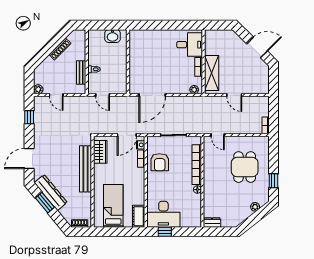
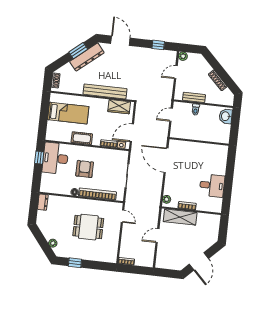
washbasin: (113, 36) -> (226, 116), moved
desk: (190, 45) -> (212, 185), moved, turned -90
door: (127, 135) -> (132, 133), hinge flipped
door: (218, 135) -> (122, 216), swing flipped
armchair: (160, 162) -> (85, 169), moved, turned 90
dining table: (245, 167) -> (88, 227), moved
cot: (139, 216) -> (82, 138), moved

